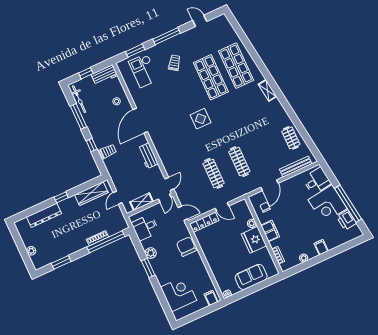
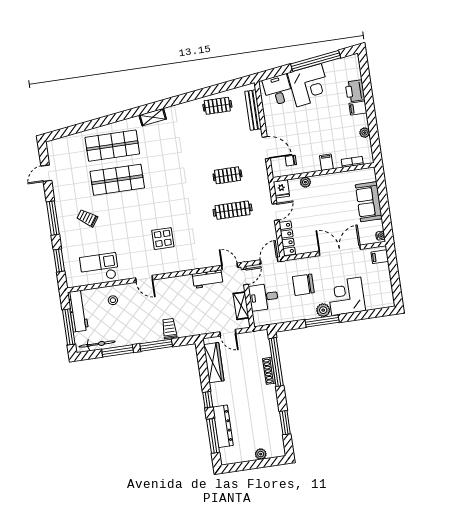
checkout: (144, 71) -> (99, 268), moved, turned 180
window: (86, 73) -> (69, 327), width x2.17
workbench: (104, 75) -> (78, 311), width x1.38
display table: (201, 119) -> (163, 239), moved
door: (140, 121) -> (144, 279), width x0.53
window: (92, 145) -> (156, 345), width x2.17
workbench: (148, 156) -> (208, 279), moved
clothes rail: (239, 162) -> (227, 175), width x0.73
door: (165, 198) -> (245, 277), hinge flipped
window: (34, 210) -> (213, 436), added
printer: (346, 220) -> (355, 91), moved, turned 98
desk: (145, 227) -> (264, 297), moved, turned 90
filing cabinet: (270, 231) -> (326, 162), width x0.50
fridge: (254, 240) -> (281, 189), moved, width x0.53, depth x0.75
chair: (186, 247) -> (303, 285), moved
plant: (151, 253) -> (323, 310), moved
double door: (207, 266) -> (340, 250), added
window: (148, 268) -> (322, 321), width x1.44
corner desk: (179, 294) -> (346, 296), moved

